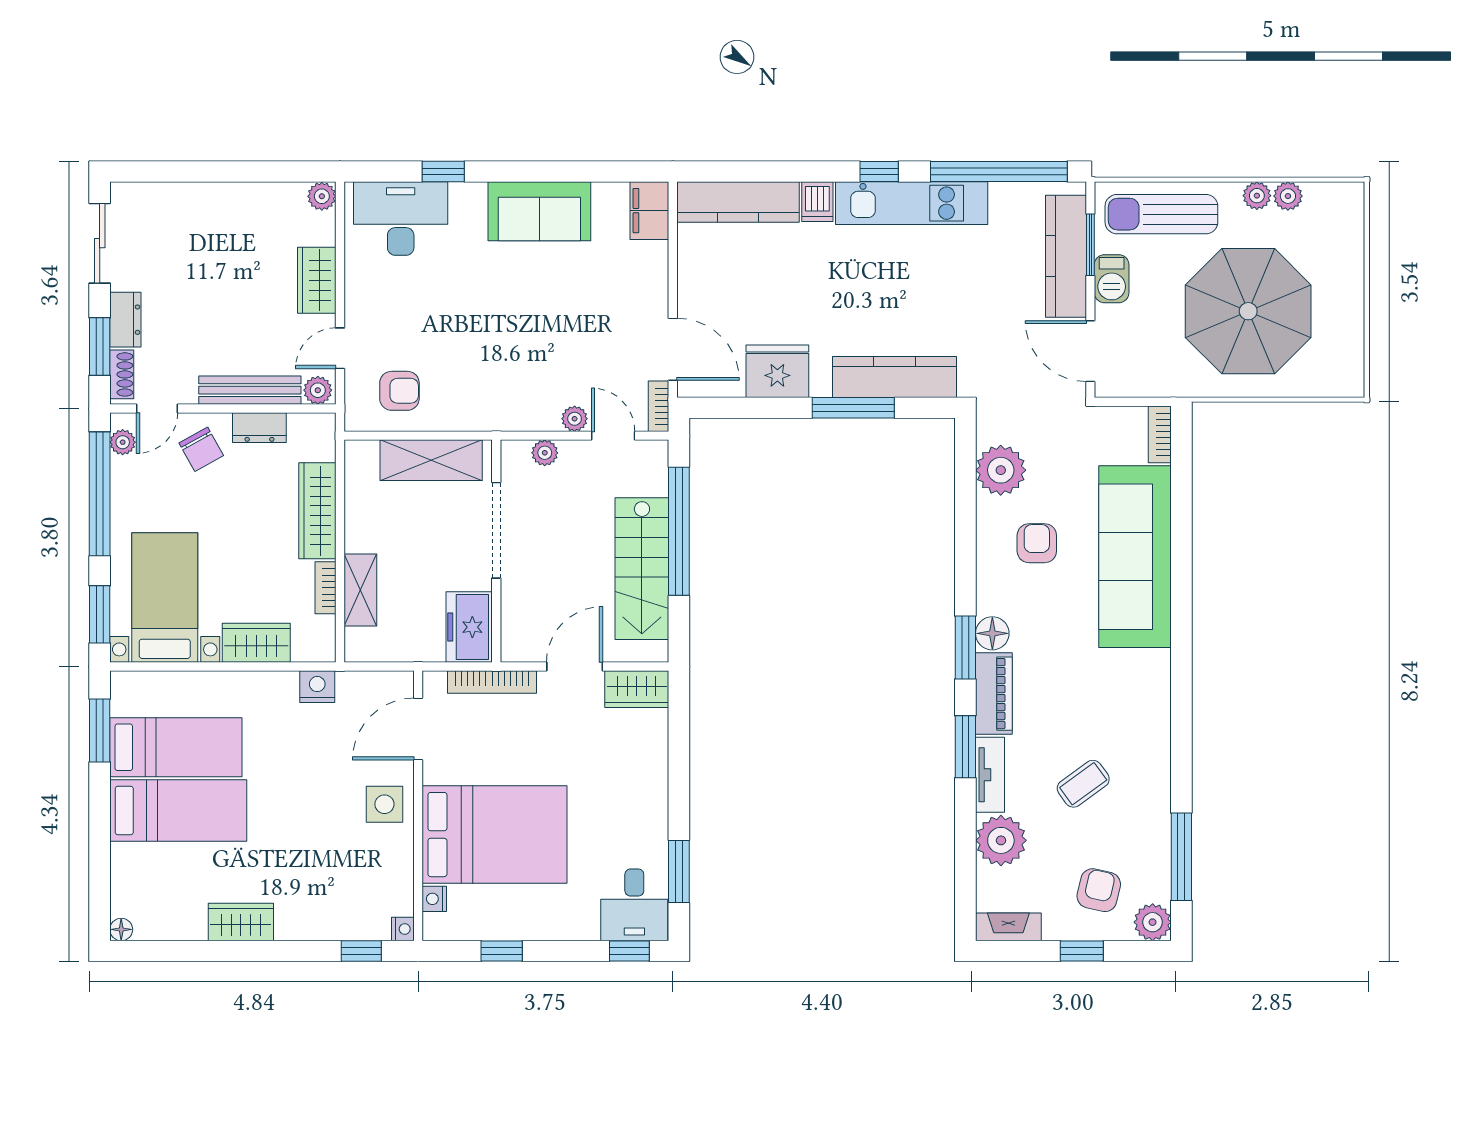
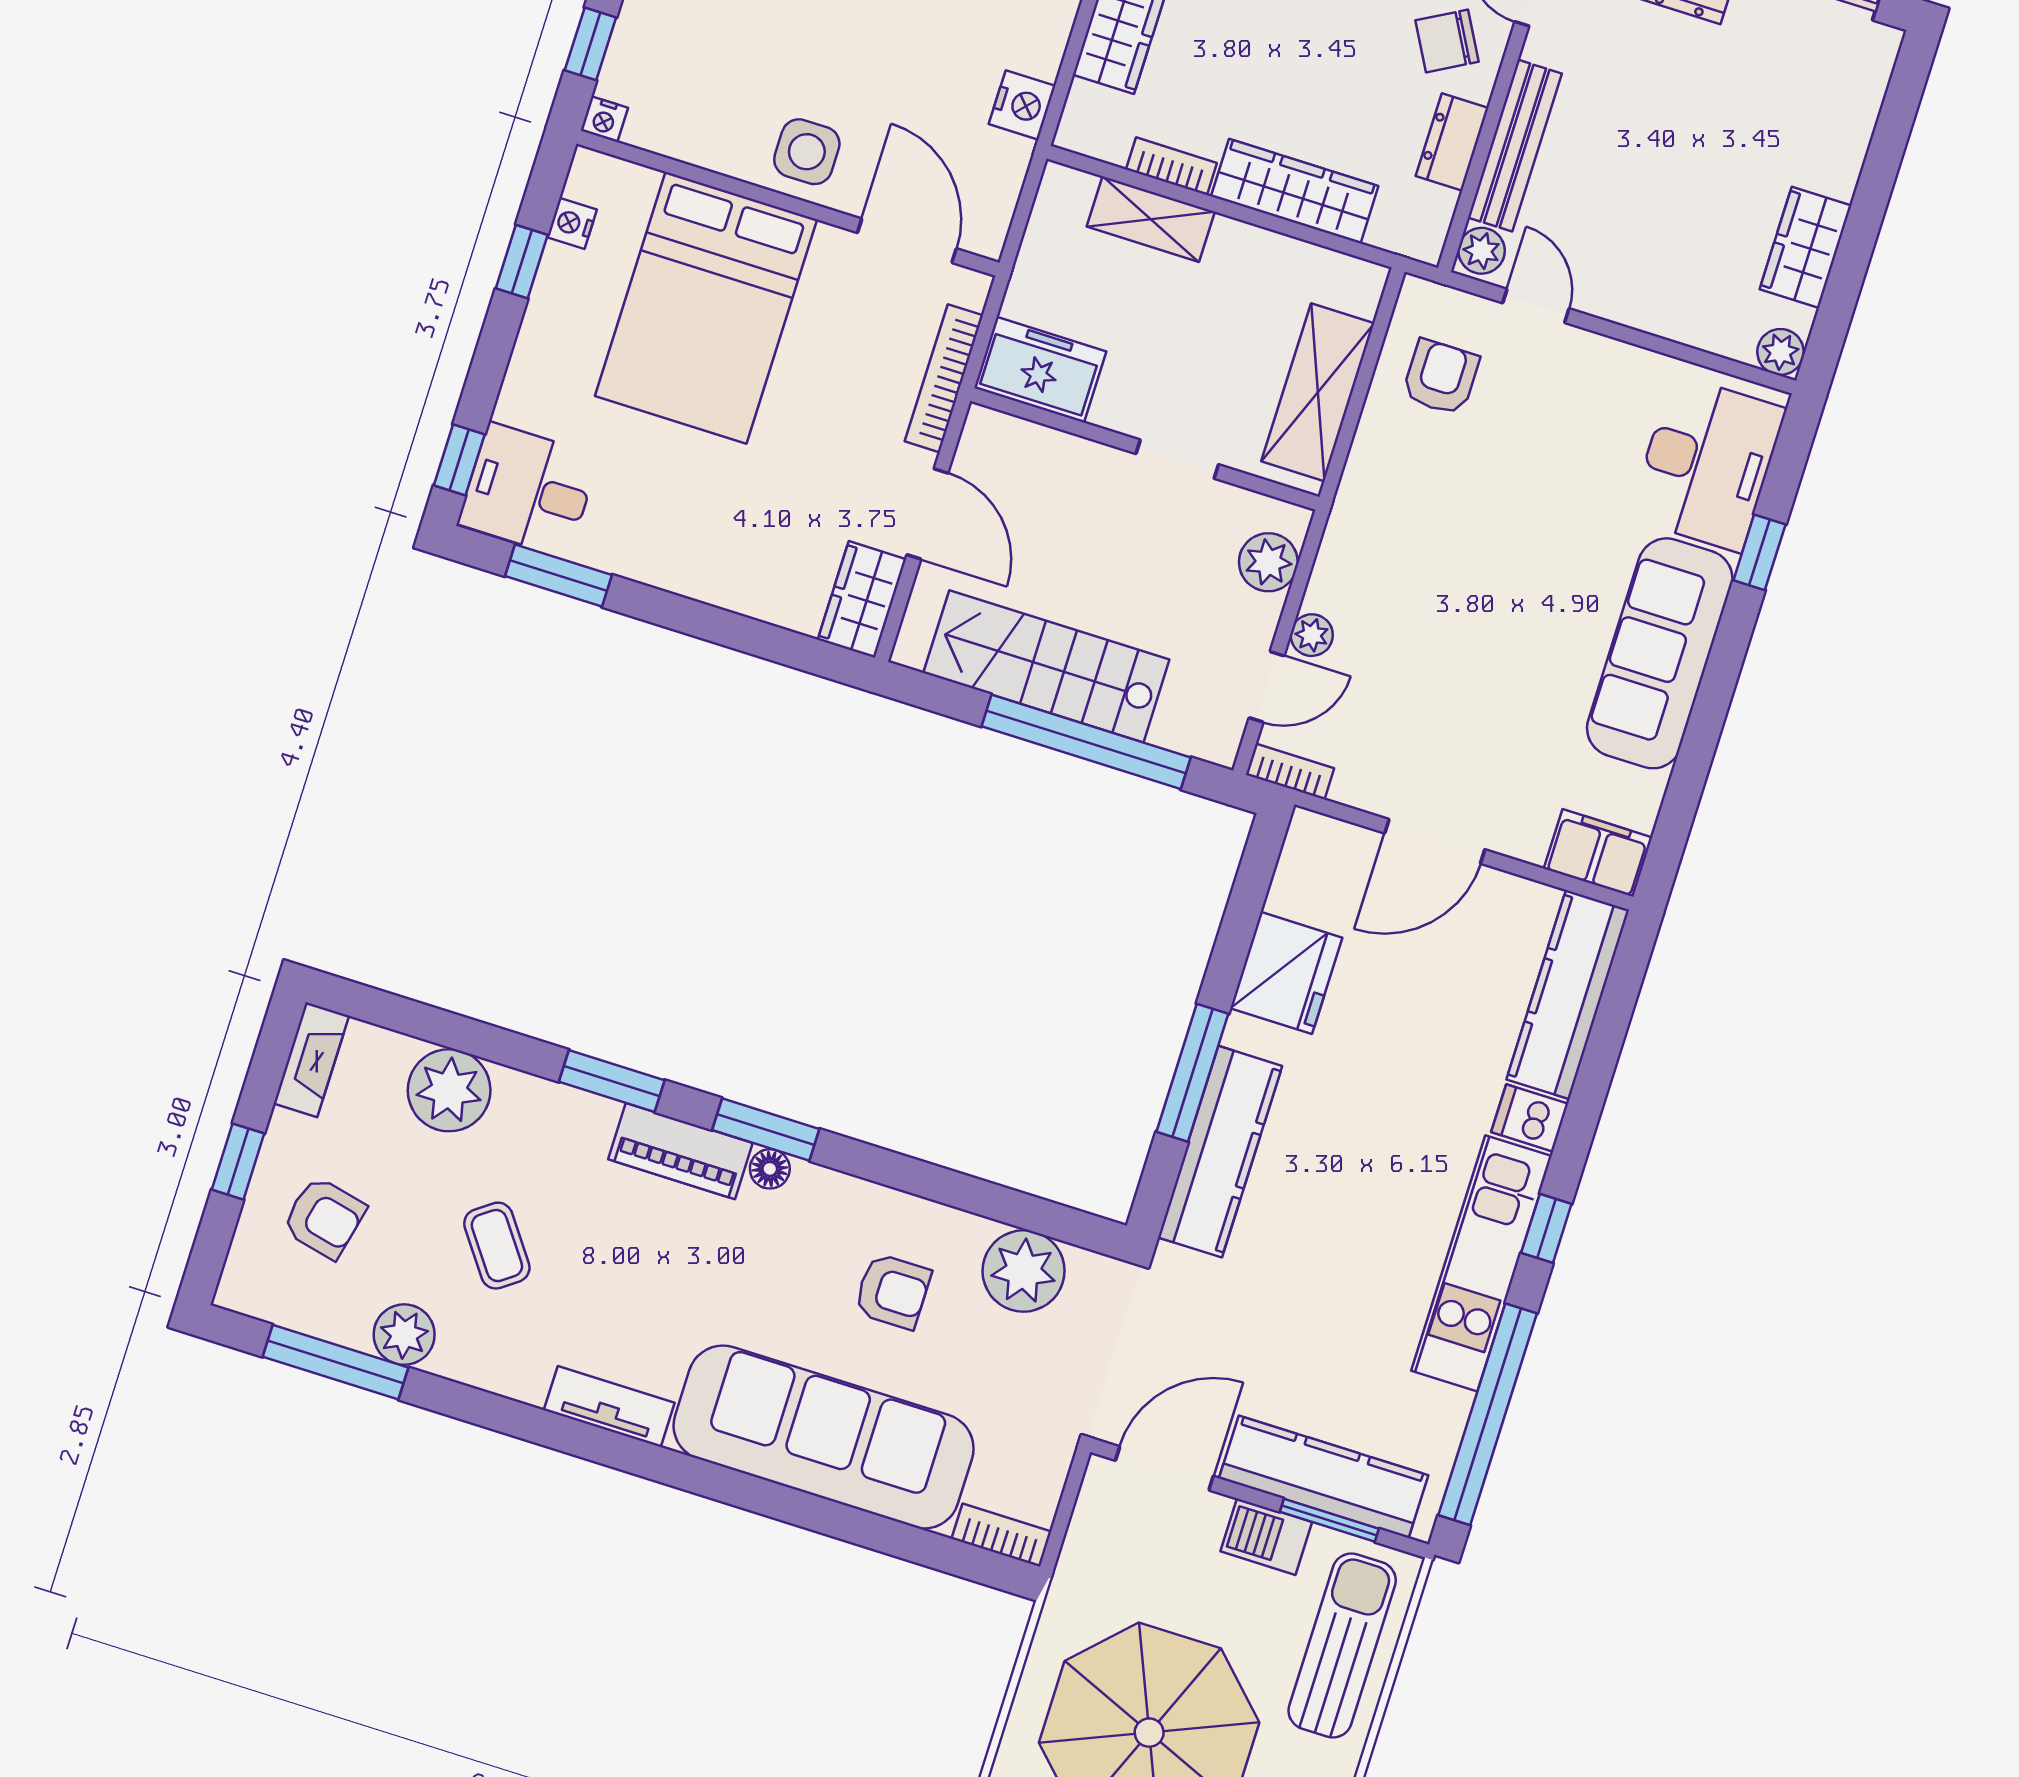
sofa: (539, 211) -> (1660, 653), width x1.36
wardrobe: (317, 280) -> (1806, 247), moved, turned -90
door: (673, 349) -> (1435, 841), moved
armchair: (399, 391) -> (1441, 377), turned 180
plant: (545, 453) -> (1268, 562), width x1.38, depth x1.38
doorway: (496, 530) -> (1177, 459), width x0.53
floor lamp: (992, 633) -> (770, 1169), width x0.73, depth x0.73
tv unit: (990, 775) -> (609, 1407), moved, turned 180
nightstand: (434, 899) -> (572, 223), moved, turned -90
plant: (1153, 922) -> (404, 1335), moved

